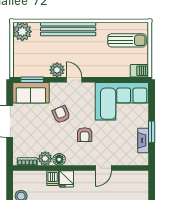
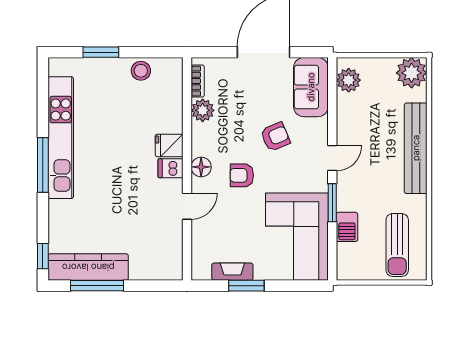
plant: (57, 70) -> (349, 80), moved
barbecue: (139, 71) -> (347, 227), moved
window: (32, 80) -> (332, 203), moved
floor lamp: (59, 159) -> (201, 167), moved
door: (103, 168) -> (187, 206), swing flipped
dishwasher: (53, 178) -> (170, 168), moved

